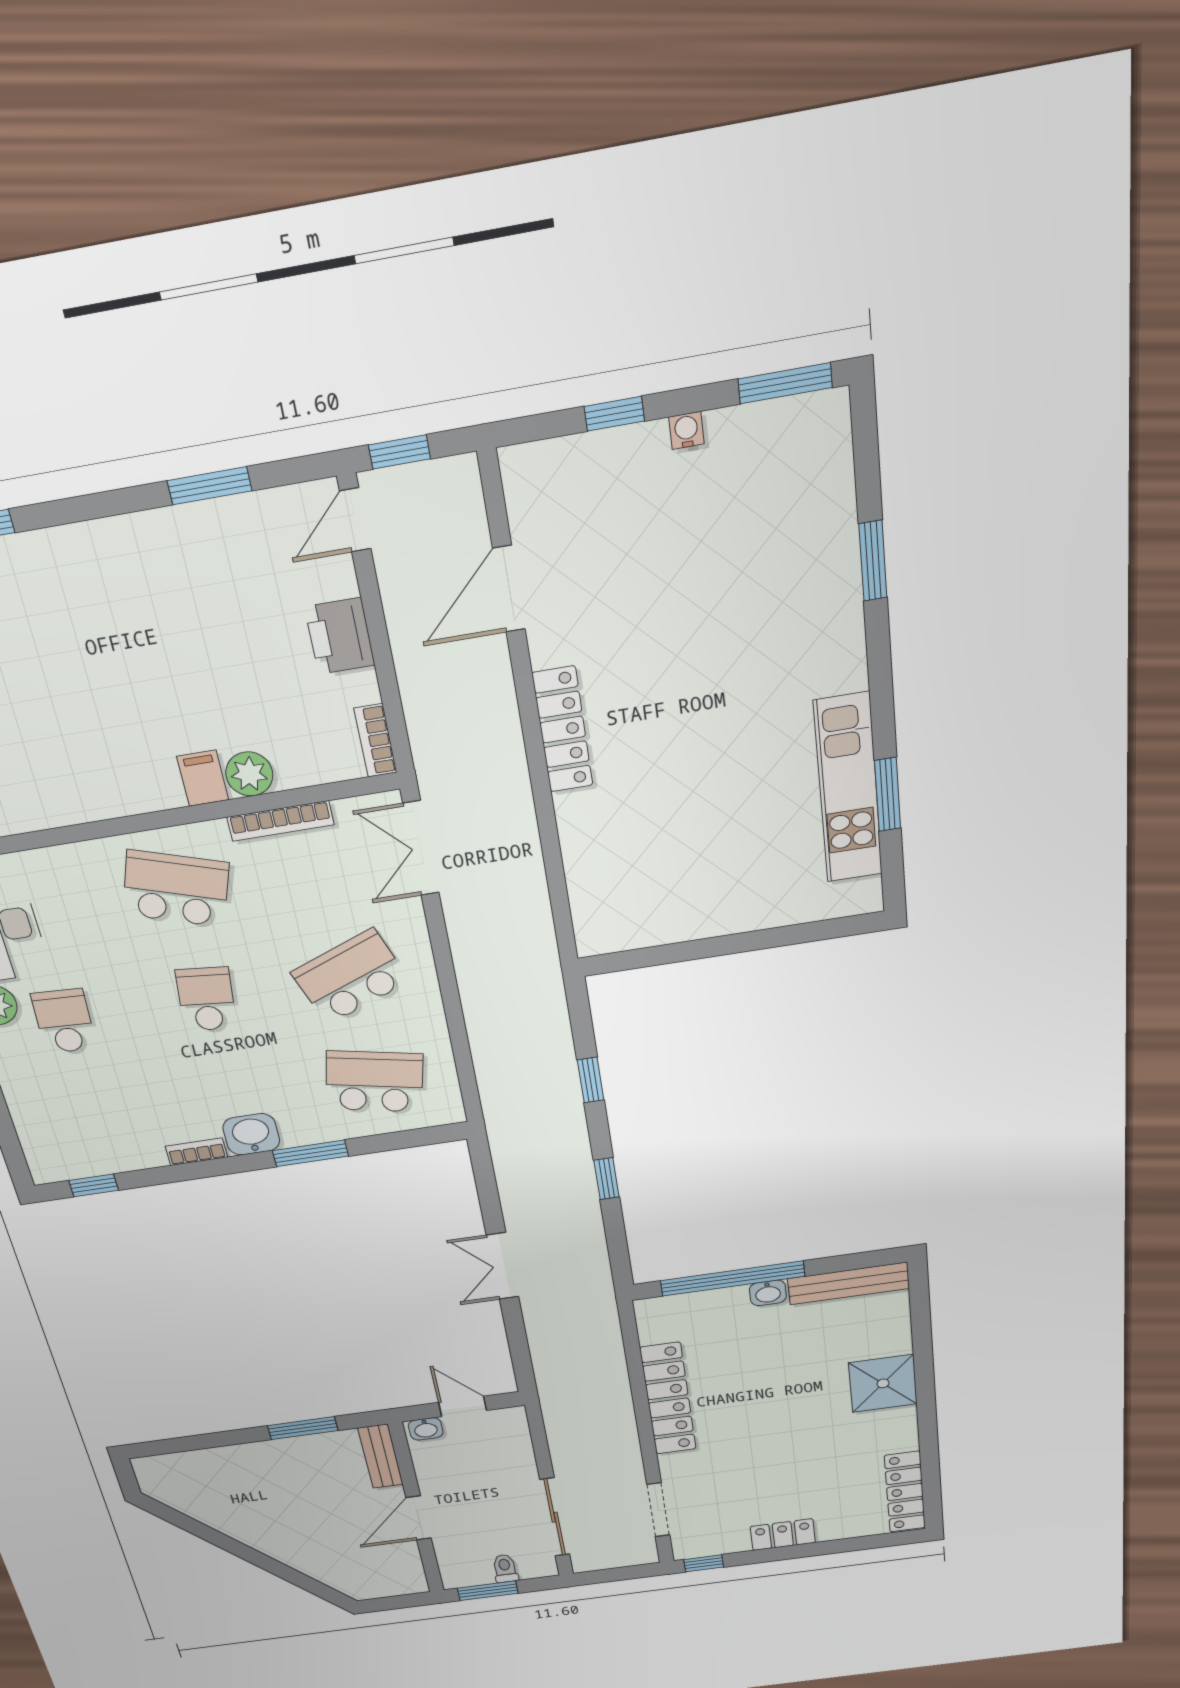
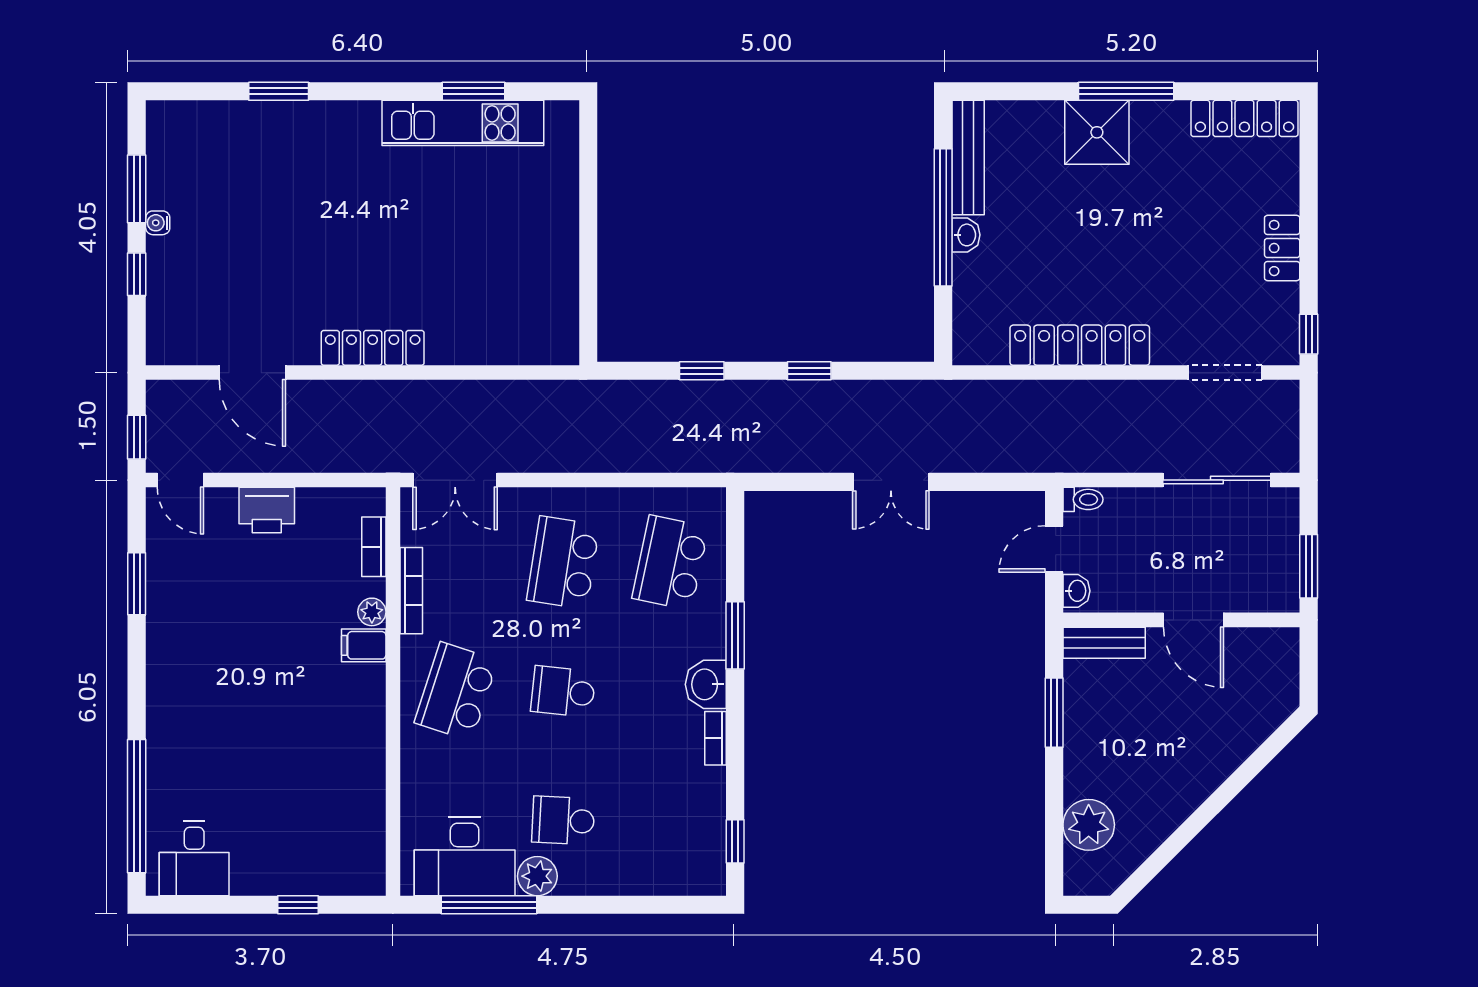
window: (785, 383) -> (137, 189), moved
bookcase: (375, 740) -> (374, 547), moved, turned 90
plant: (249, 774) -> (372, 612), width x0.73, depth x0.73
school desk: (350, 977) -> (563, 563), turned 30
window: (733, 1278) -> (943, 217), moved
window: (926, 1400) -> (1126, 91), added
plant: (203, 1468) -> (1089, 825), added
toilet: (505, 1568) -> (1083, 499), moved, turned 180

